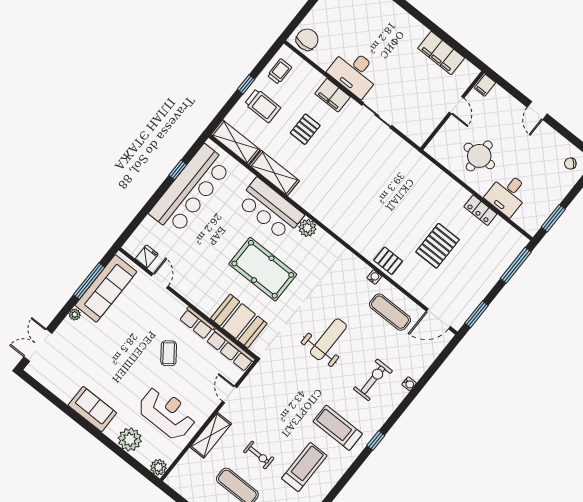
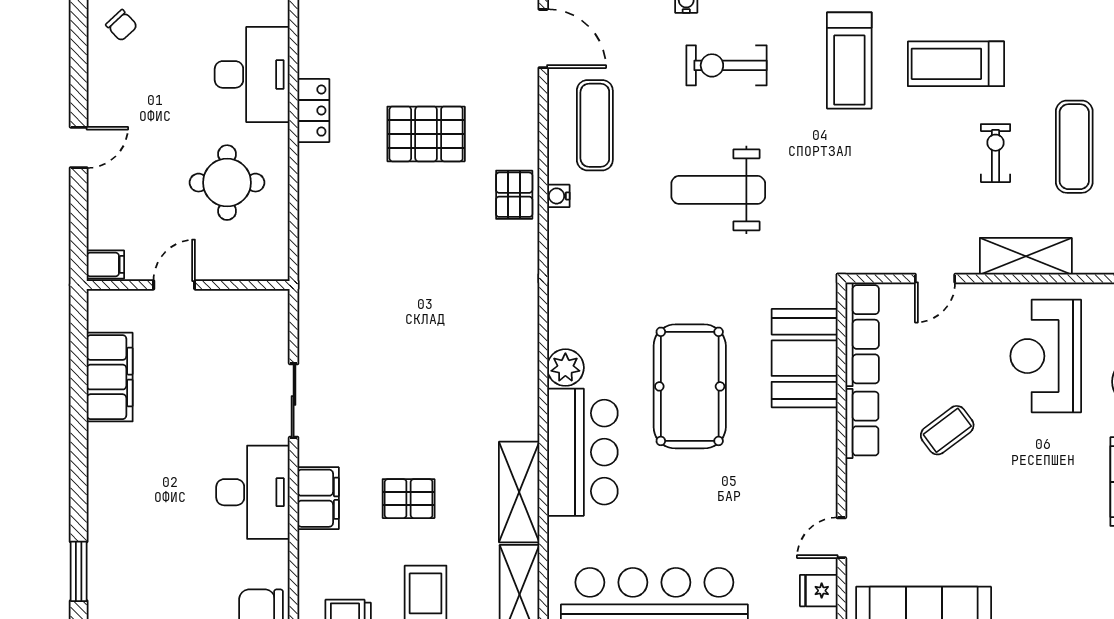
desk: (508, 194) -> (252, 74), width x1.37

